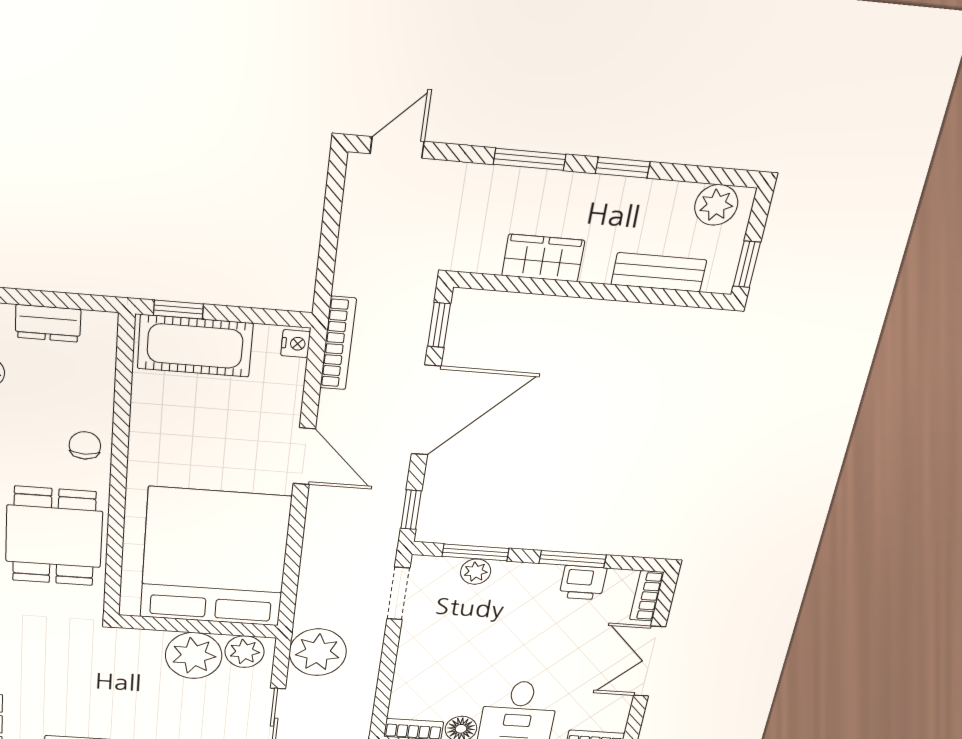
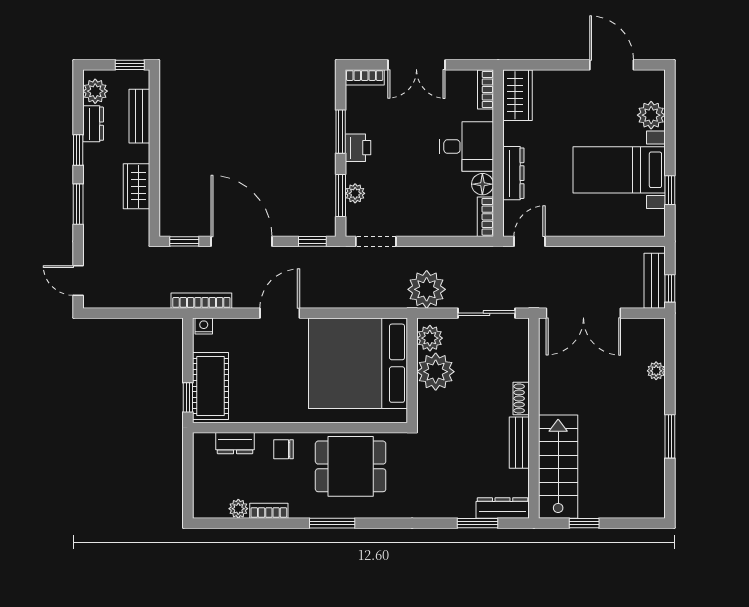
dresser: (662, 197) -> (93, 124), added
dresser: (48, 323) -> (235, 443), moved, turned 90
printer: (583, 583) -> (358, 148), moved

